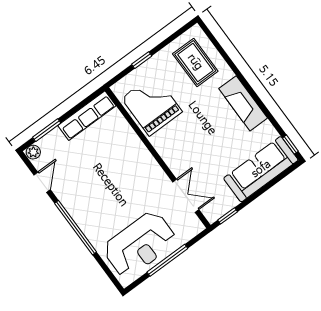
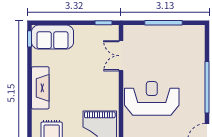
sofa: (261, 169) -> (52, 37), width x0.73
reception desk: (140, 244) -> (152, 98), moved

